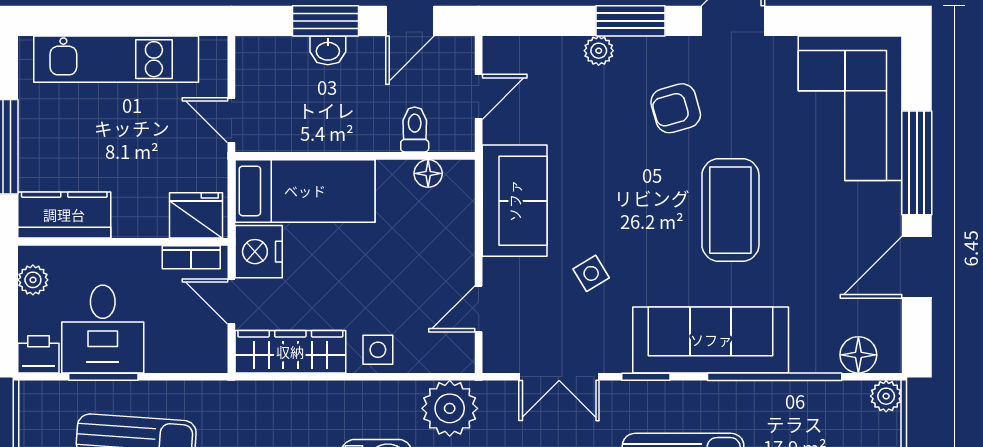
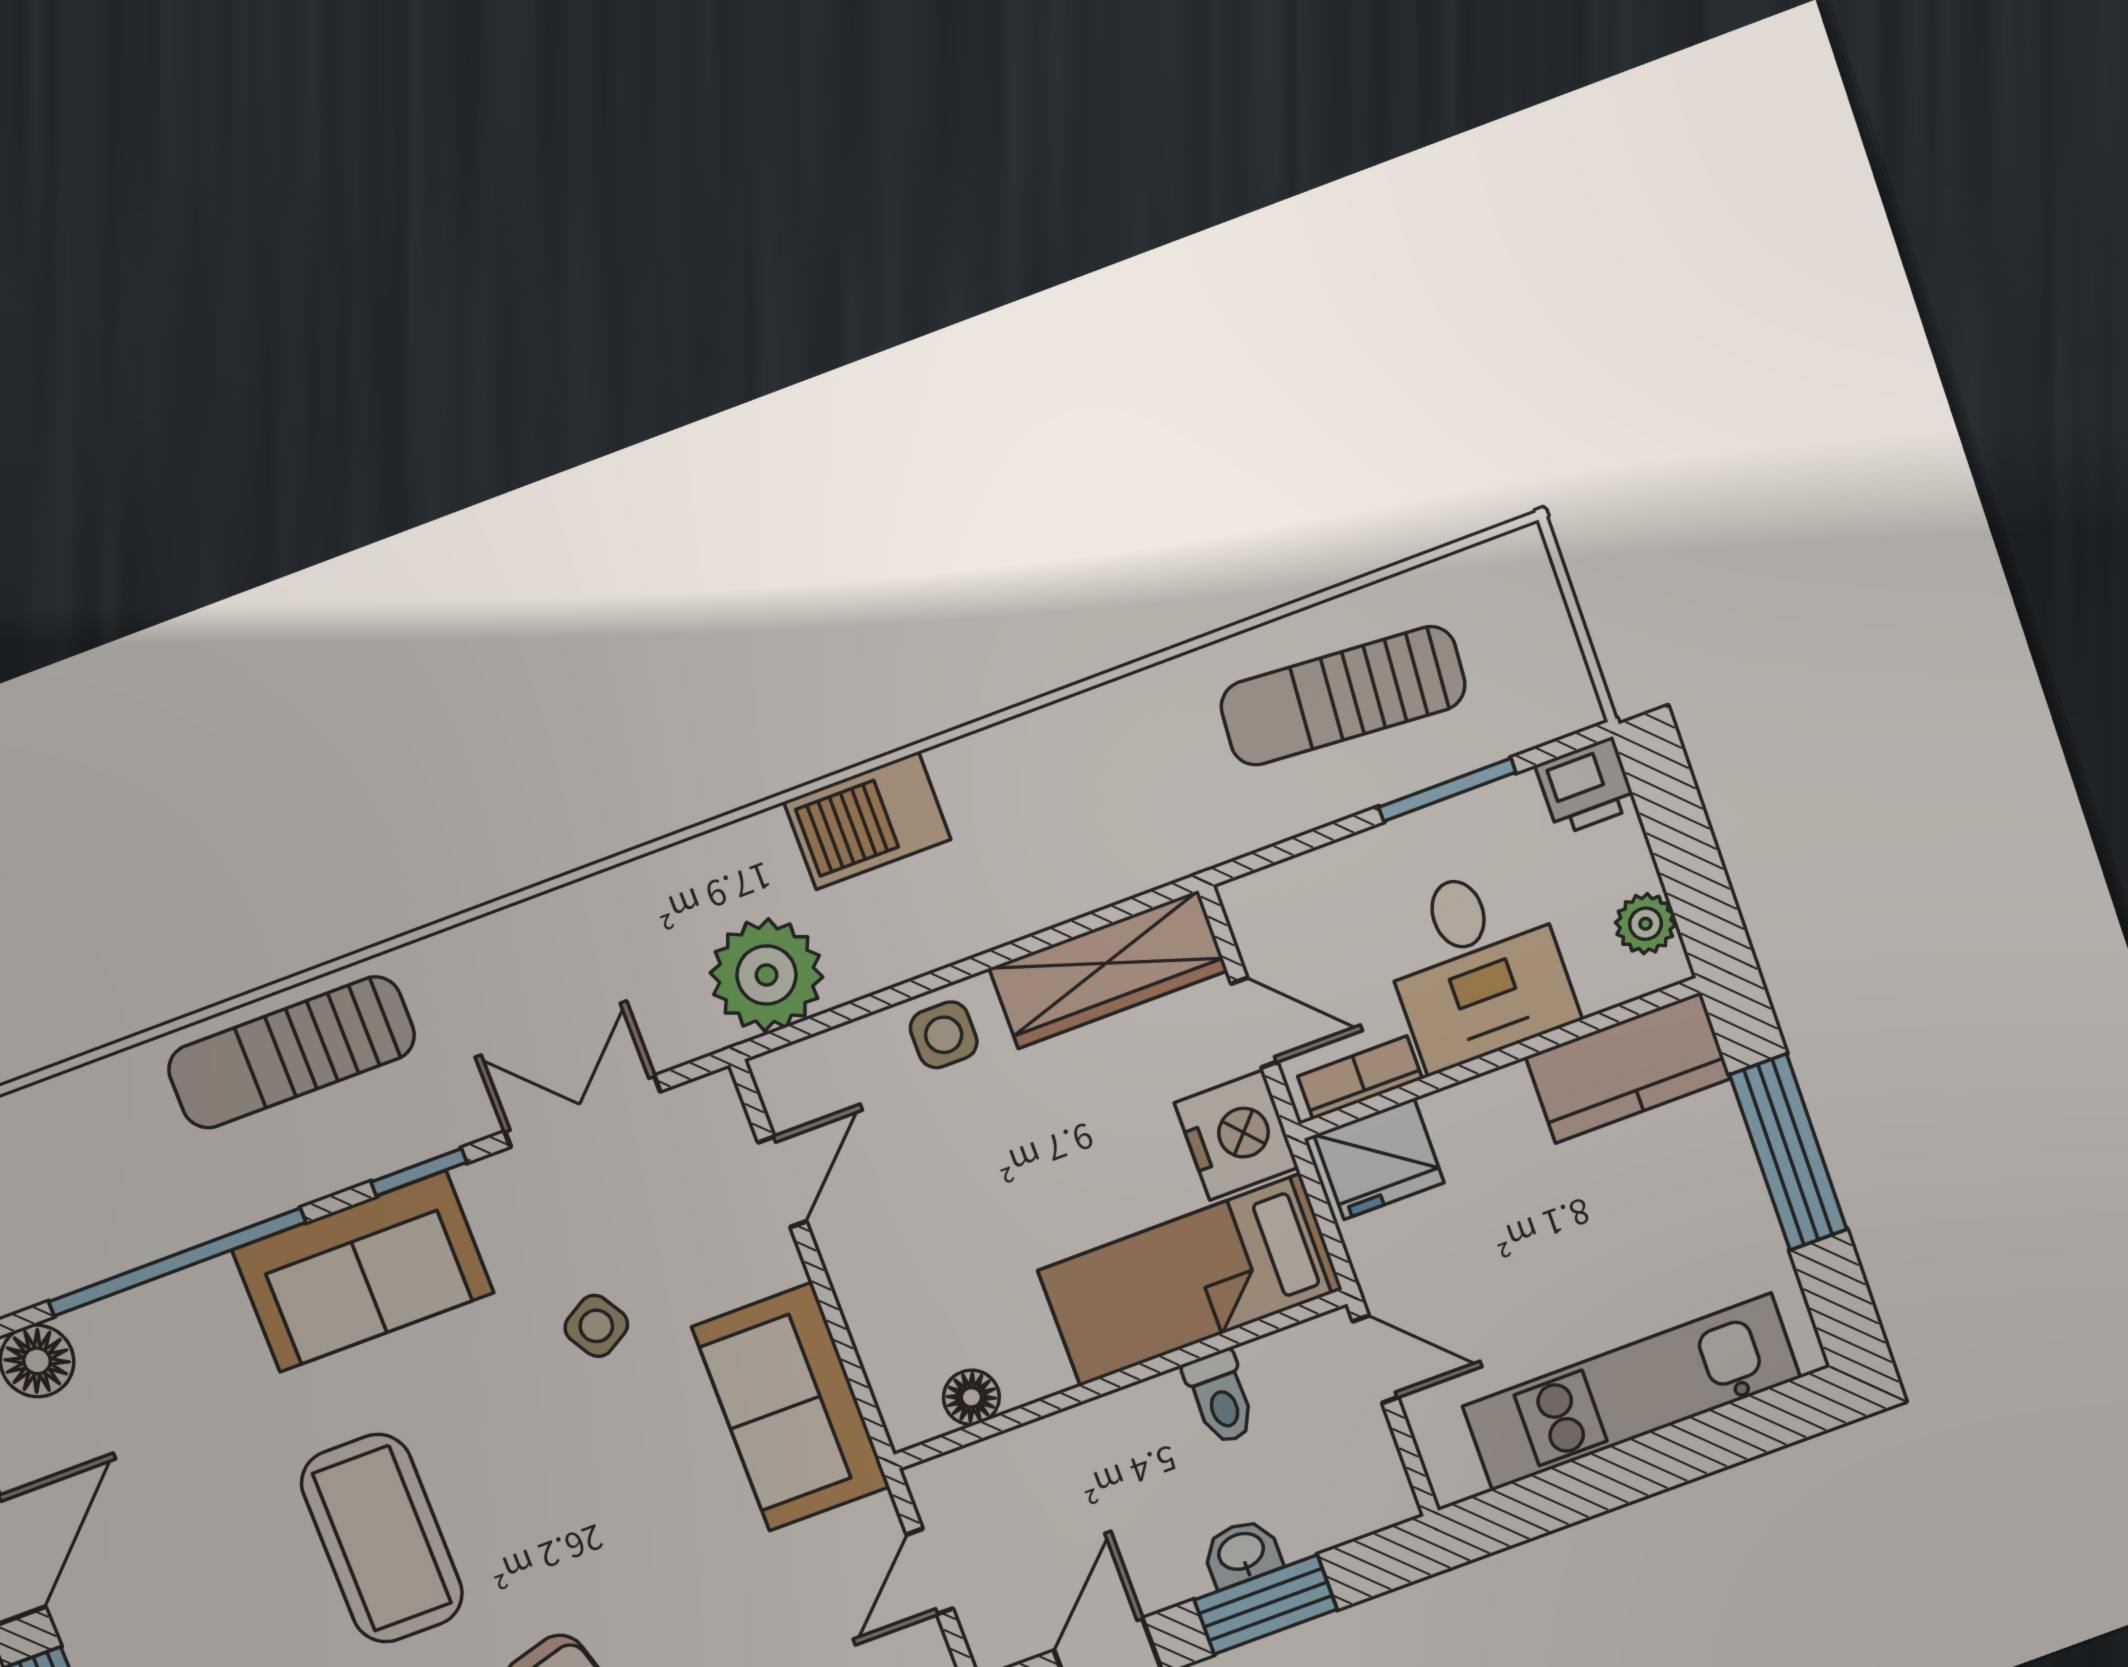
toilet: (415, 129) -> (1220, 1397), moved
desk: (103, 329) -> (1476, 966), moved, turned 180
sofa: (711, 340) -> (363, 1271), width x0.73

